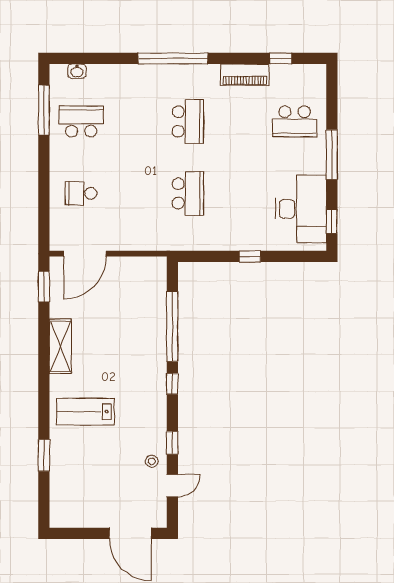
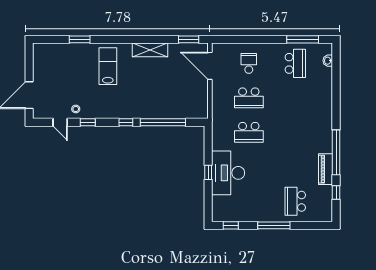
window: (173, 58) -> (336, 152), moved
school desk: (188, 121) -> (249, 98), moved
desk: (301, 209) -> (228, 173), moved, turned 90

